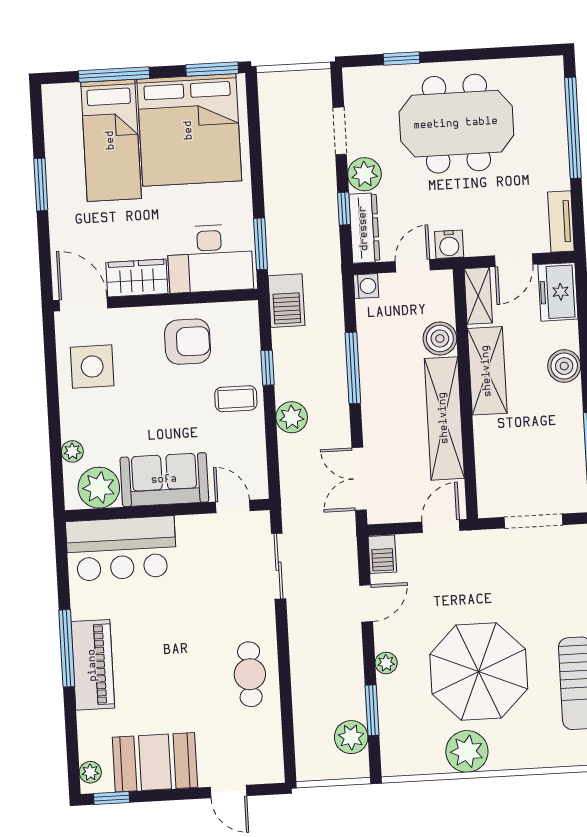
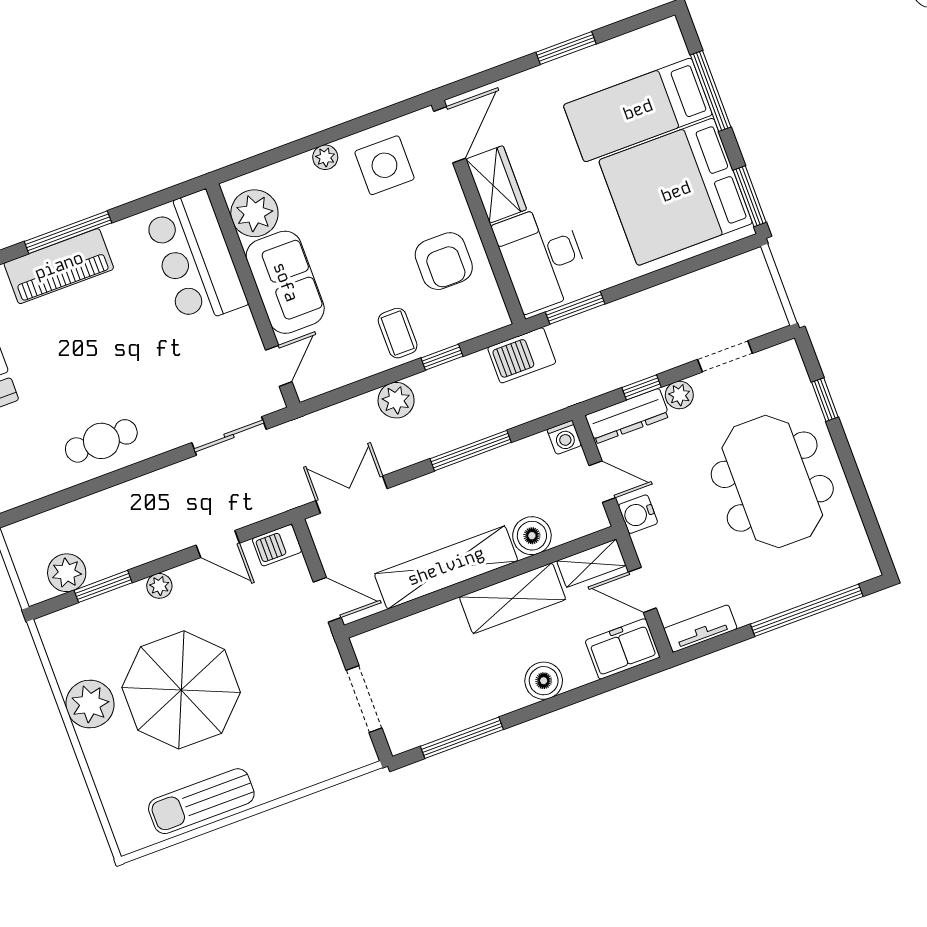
plant: (364, 174) -> (679, 395), width x0.73, depth x0.73
plant: (72, 451) -> (325, 157), moved

